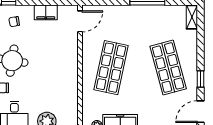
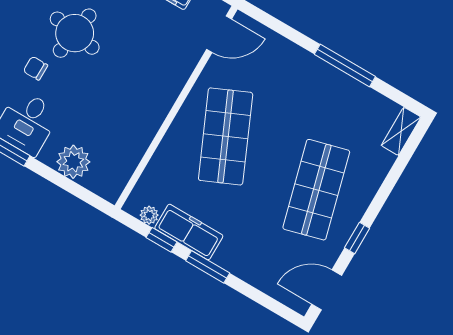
shop shelf: (111, 68) -> (226, 136), turned -36

